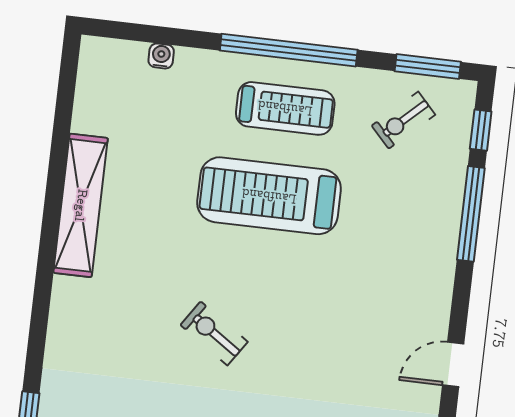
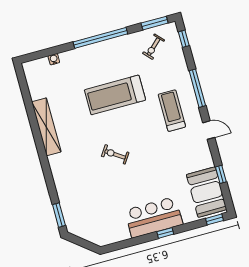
treadmill: (285, 108) -> (172, 111), moved, turned -90
window: (471, 214) -> (197, 88), moved
door: (453, 364) -> (209, 130), swing flipped

